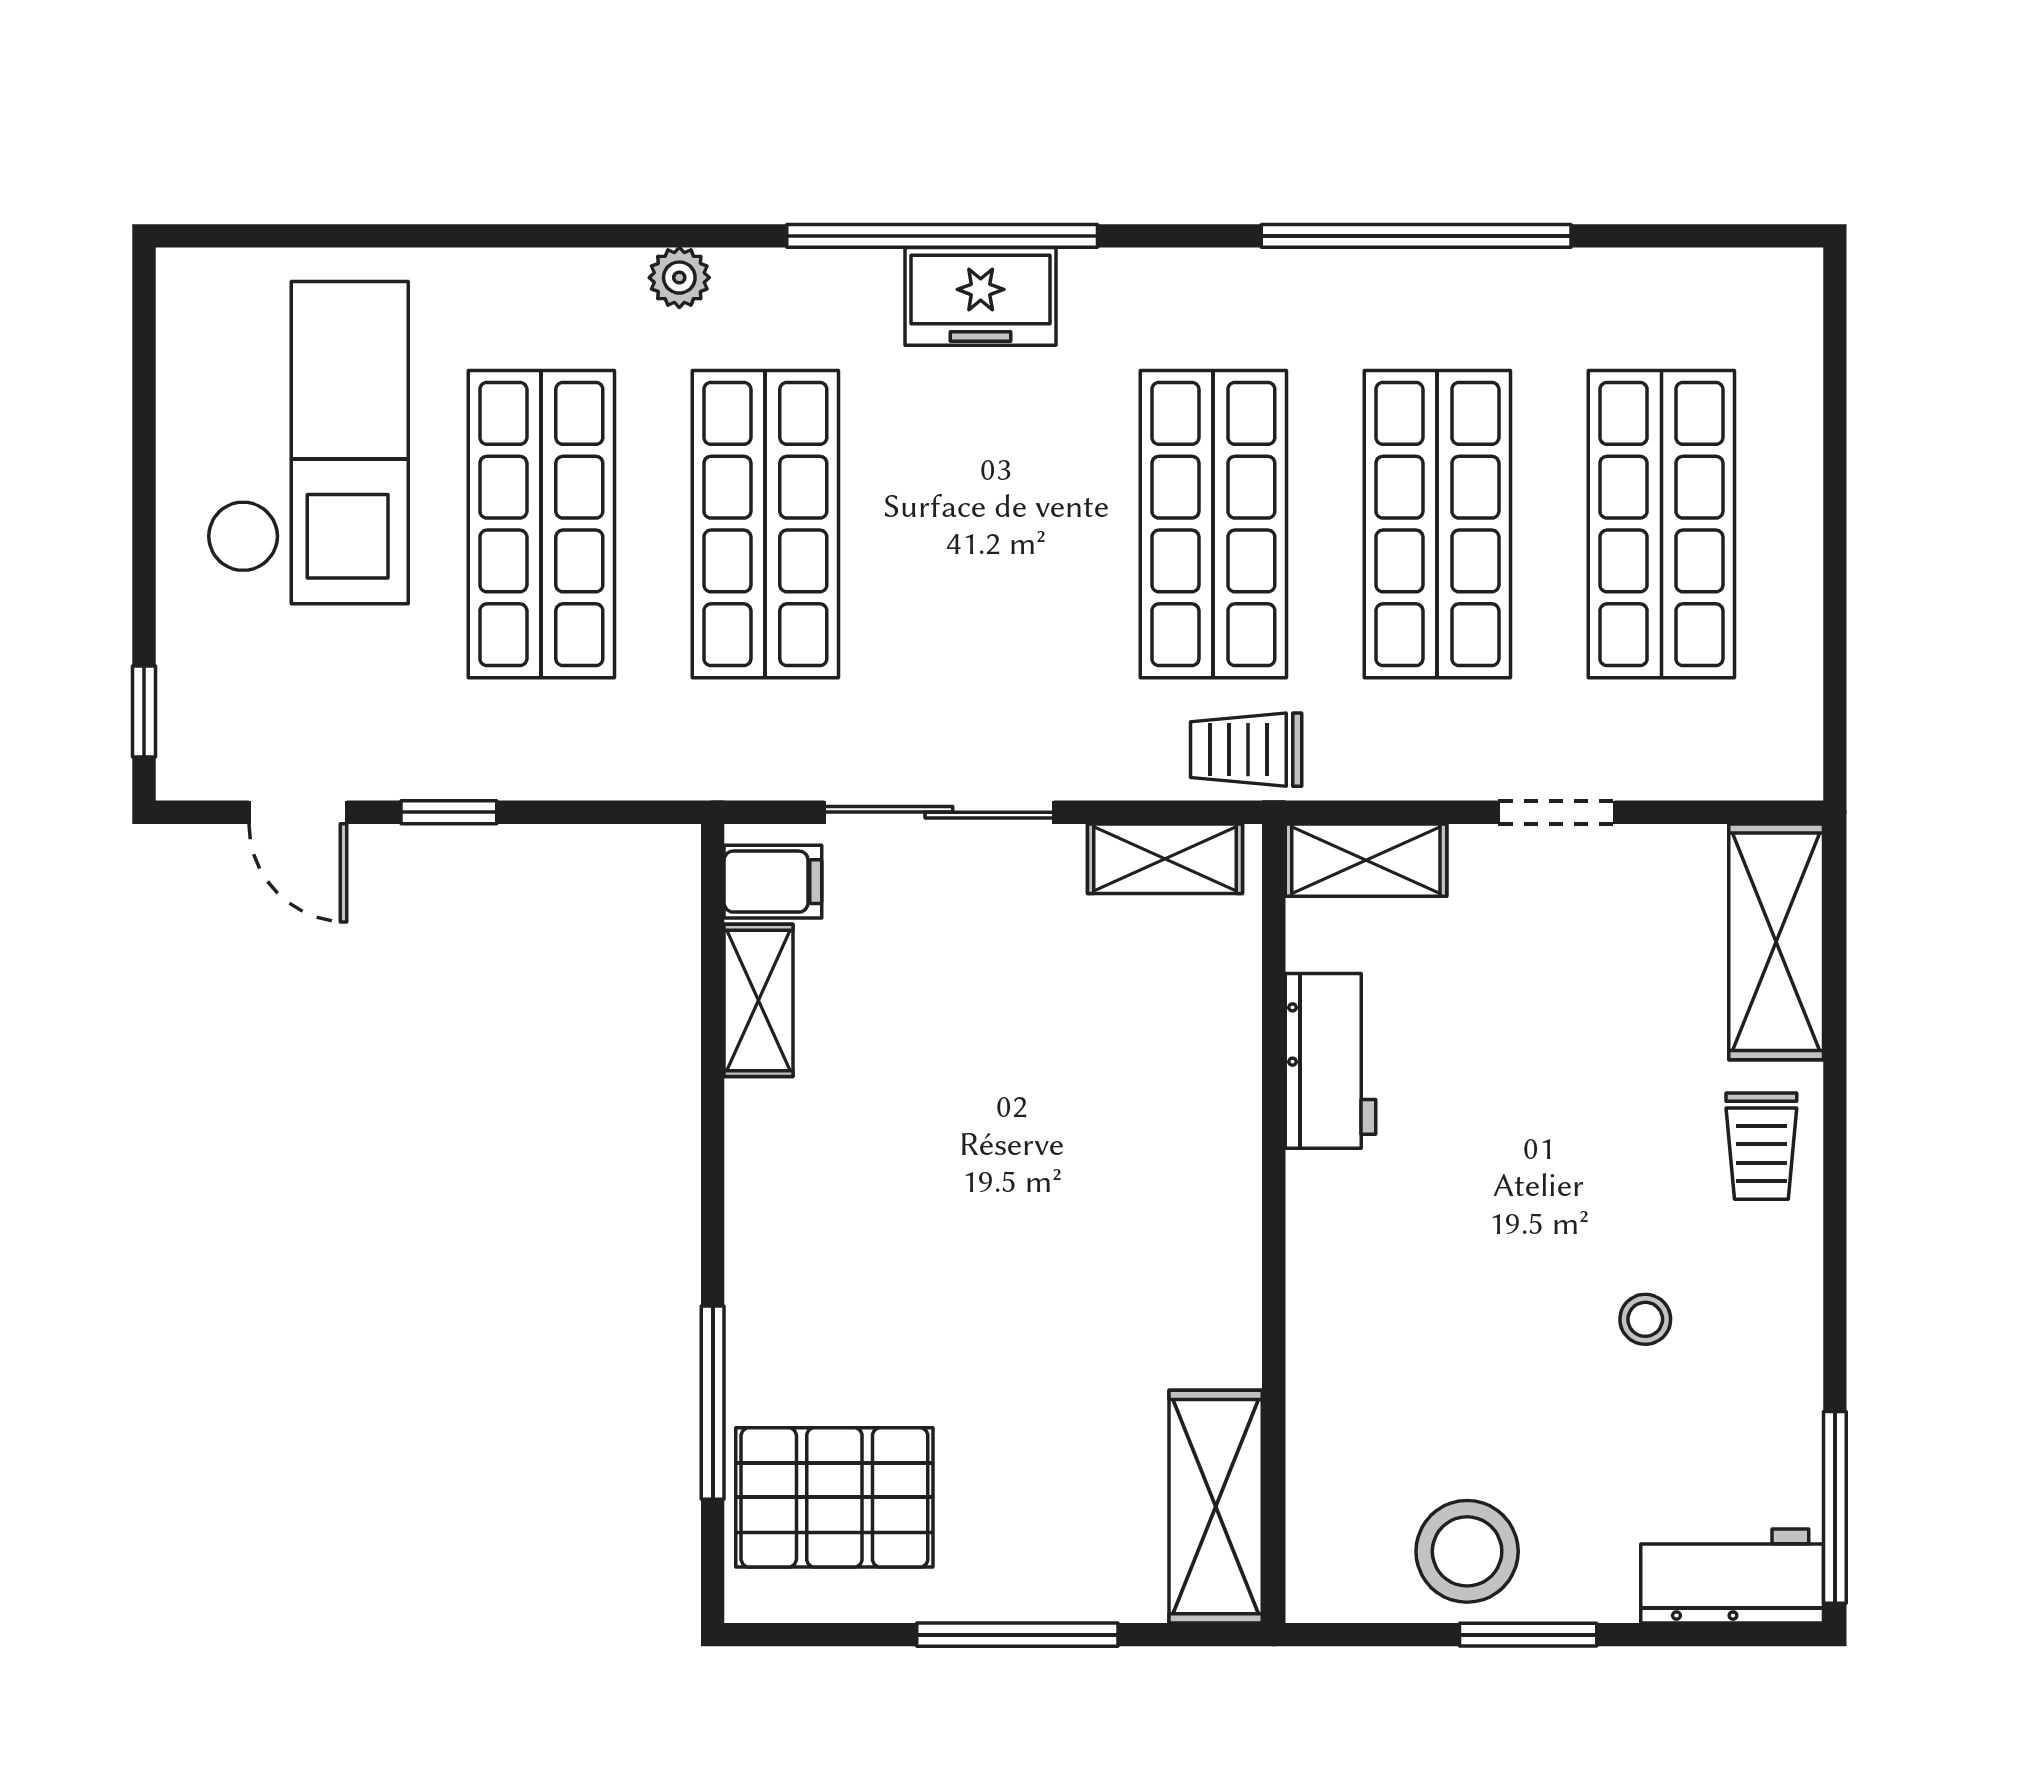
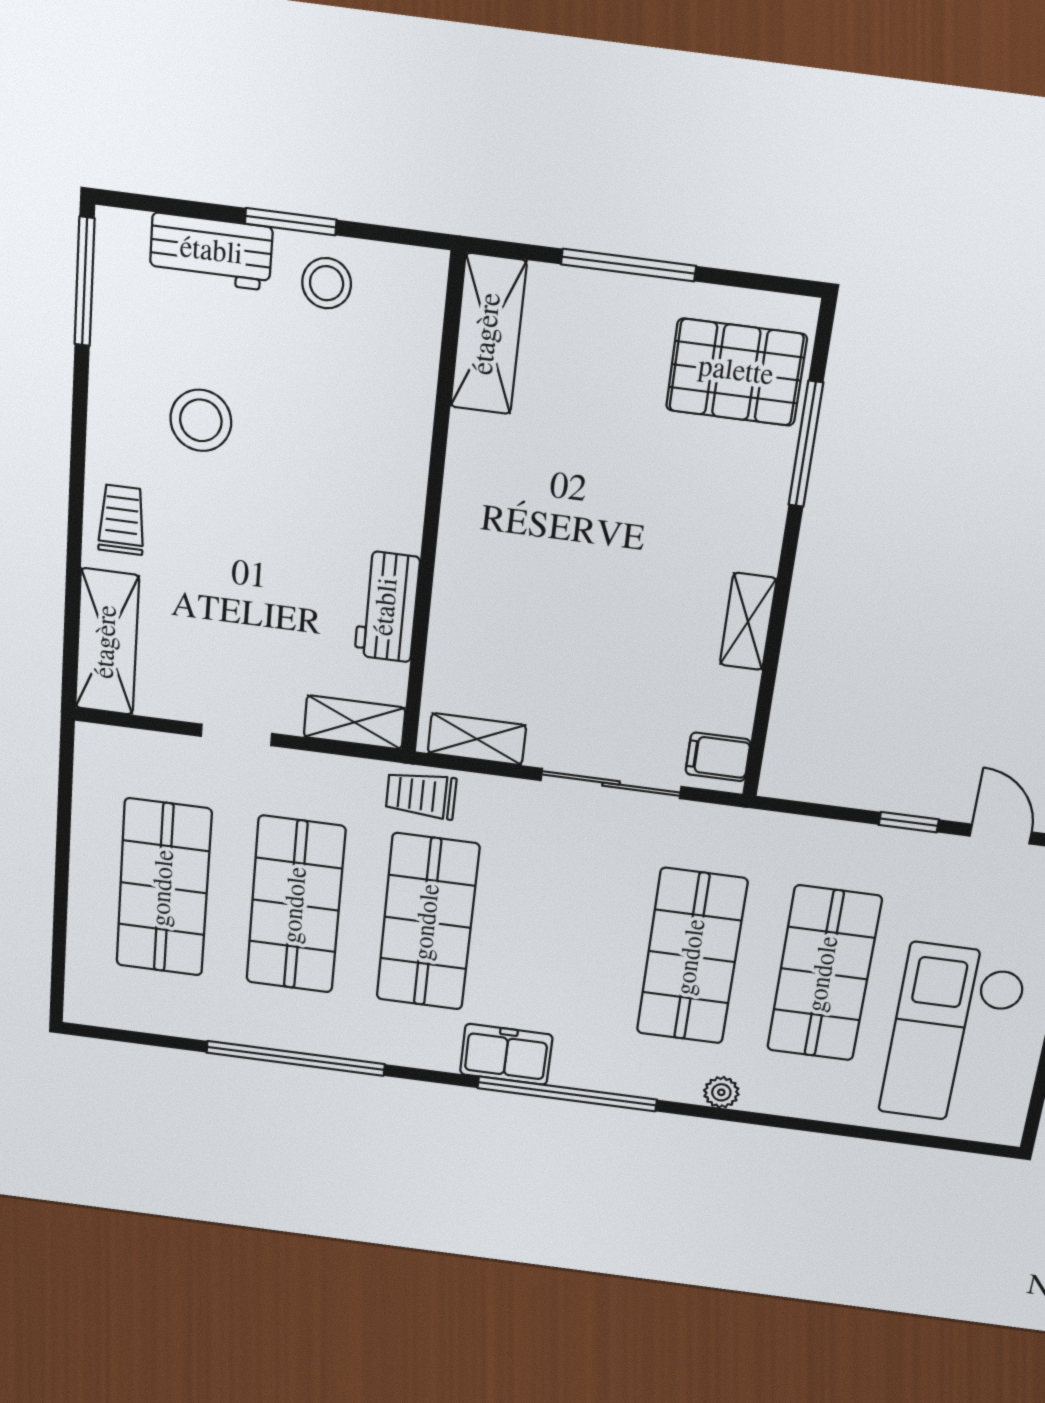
freezer: (981, 296) -> (506, 1054), moved
trolley: (1246, 750) -> (421, 795), turned 180
shelving: (759, 1000) -> (748, 622), moved
stool: (1645, 1319) -> (201, 420), width x1.89, depth x1.89
stool: (1467, 1551) -> (327, 283), width x0.73, depth x0.73
workbench: (1732, 1576) -> (211, 252), moved

